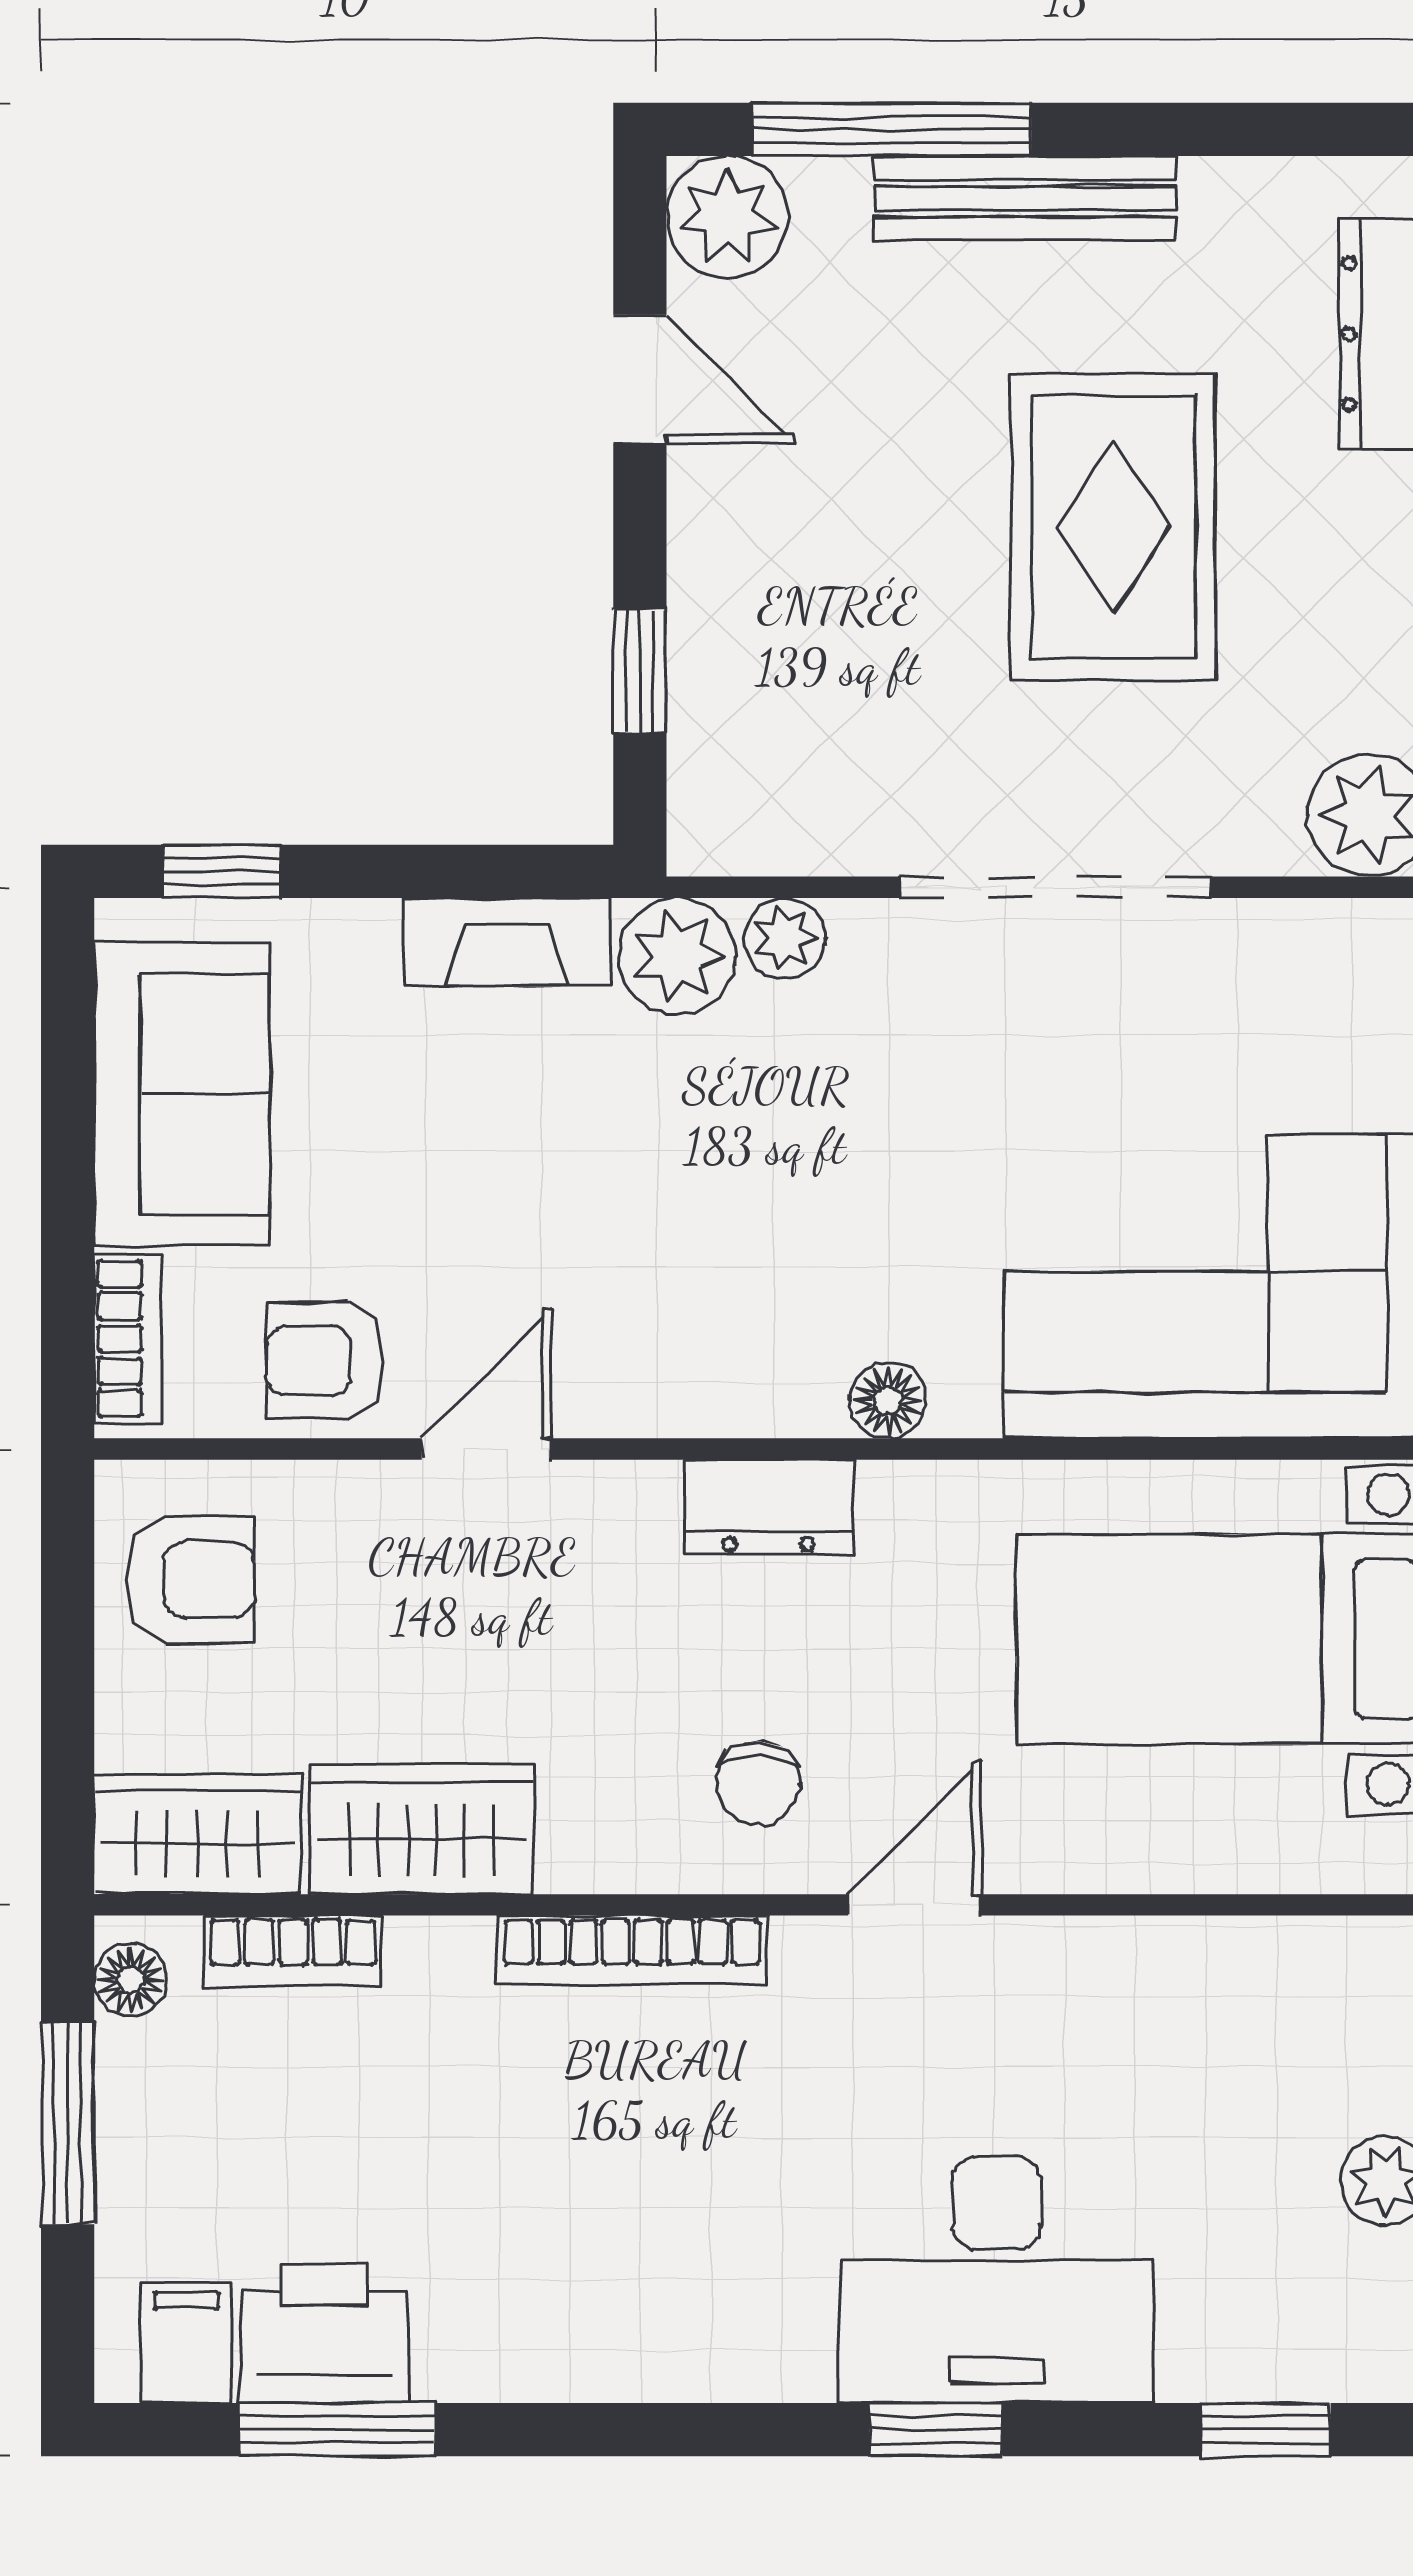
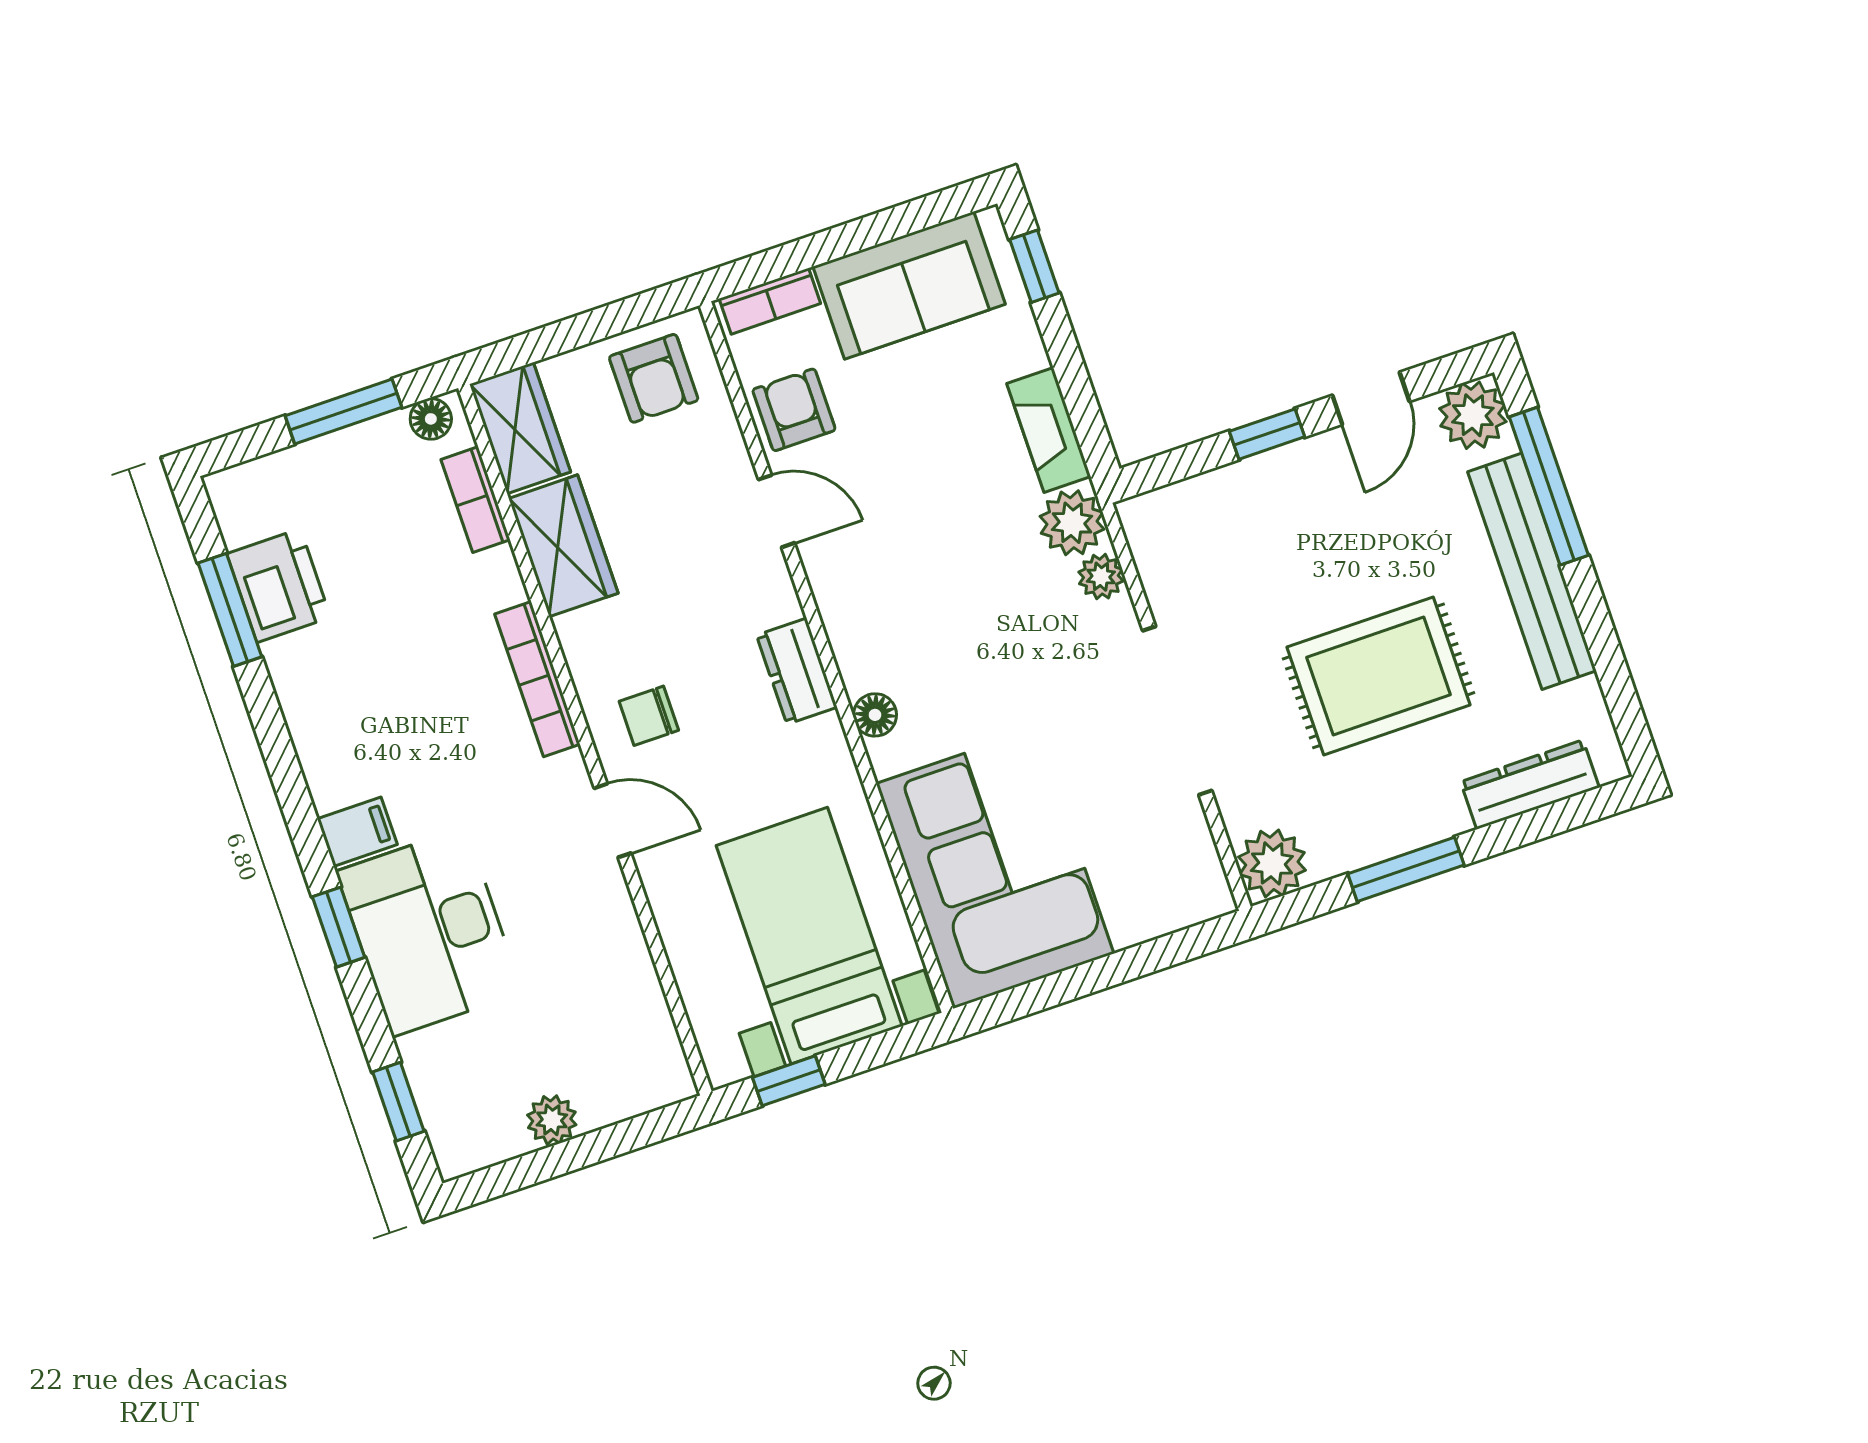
bench: (1025, 198) -> (1532, 571), width x1.37, depth x1.21
window: (640, 671) -> (1267, 434), moved
filing cabinet: (186, 2343) -> (357, 832), moved

